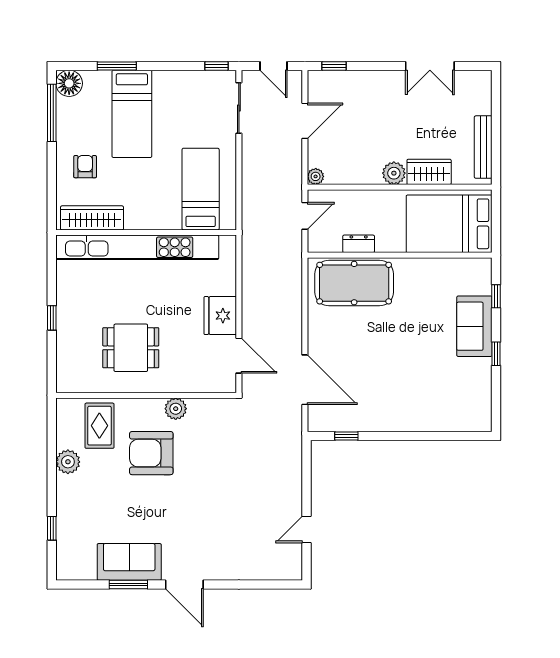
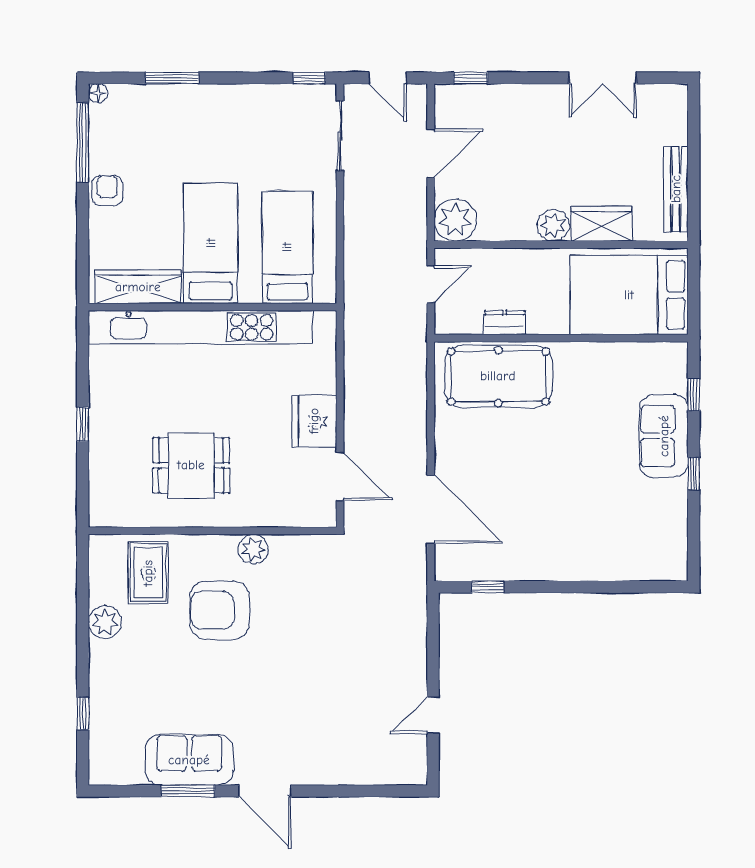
floor lamp: (69, 83) -> (98, 93), width x0.53, depth x0.53
bed: (132, 114) -> (211, 243), moved, turned 180
armchair: (85, 167) -> (107, 191), moved
plant: (316, 176) -> (455, 220), width x1.87, depth x1.87

